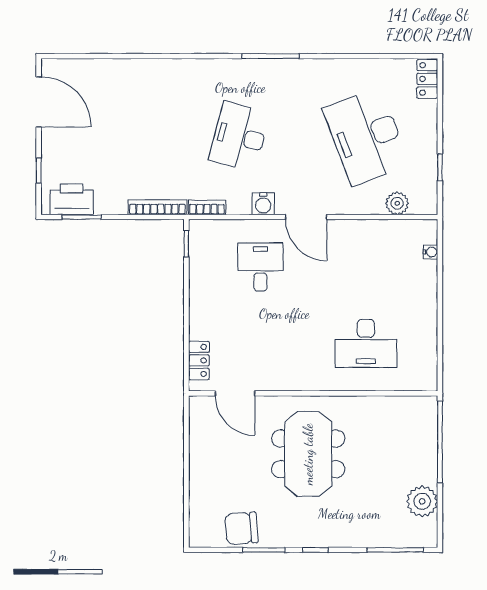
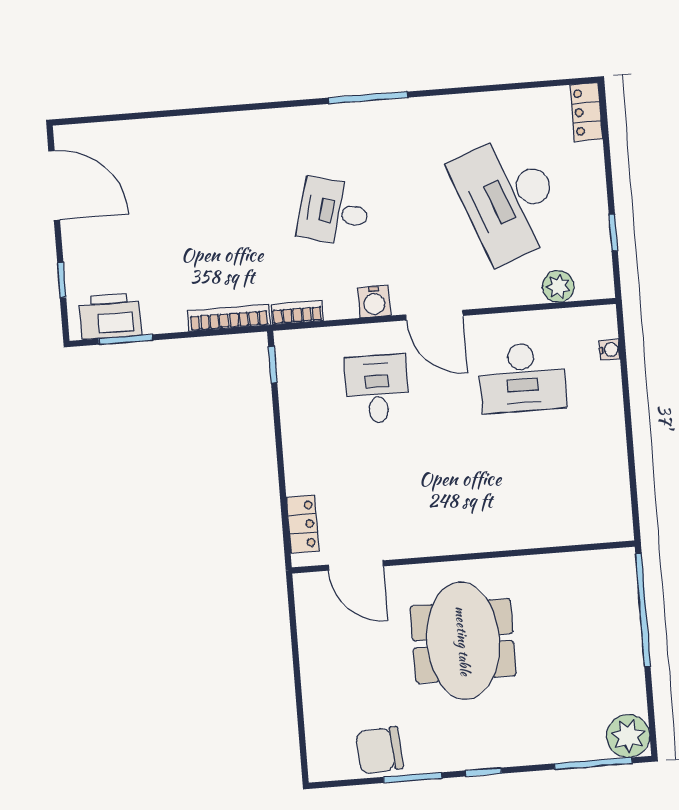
desk: (239, 137) -> (334, 212), width x0.73
desk: (366, 343) -> (522, 378), moved
plant: (422, 501) -> (628, 736), moved

